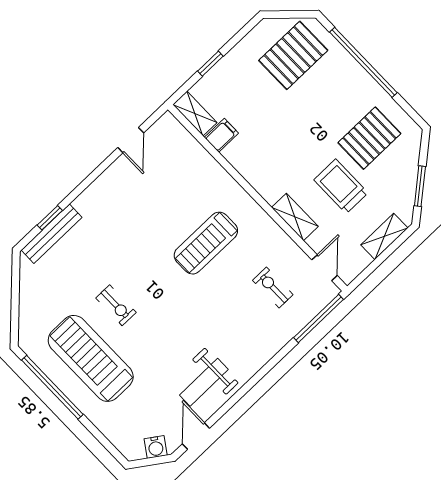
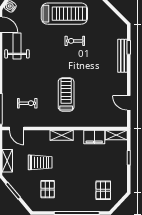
pallet: (293, 55) -> (103, 190), width x0.67, depth x0.71
filing cabinet: (221, 135) -> (94, 137), width x2.00
pallet: (369, 138) -> (48, 189), width x0.67, depth x0.71
shelving: (295, 217) -> (62, 135), moved
bench: (52, 234) -> (122, 56), moved

